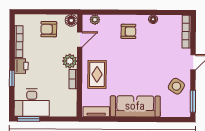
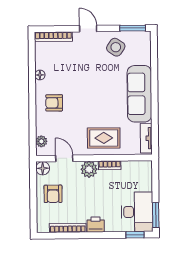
armchair: (128, 31) -> (54, 103), turned -90
window: (12, 78) -> (135, 235), moved

